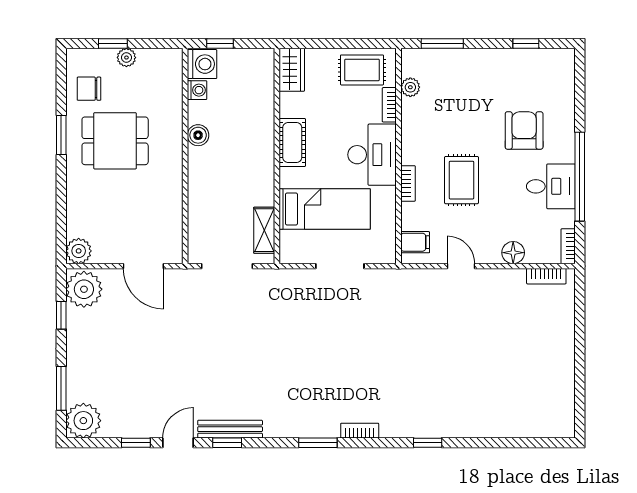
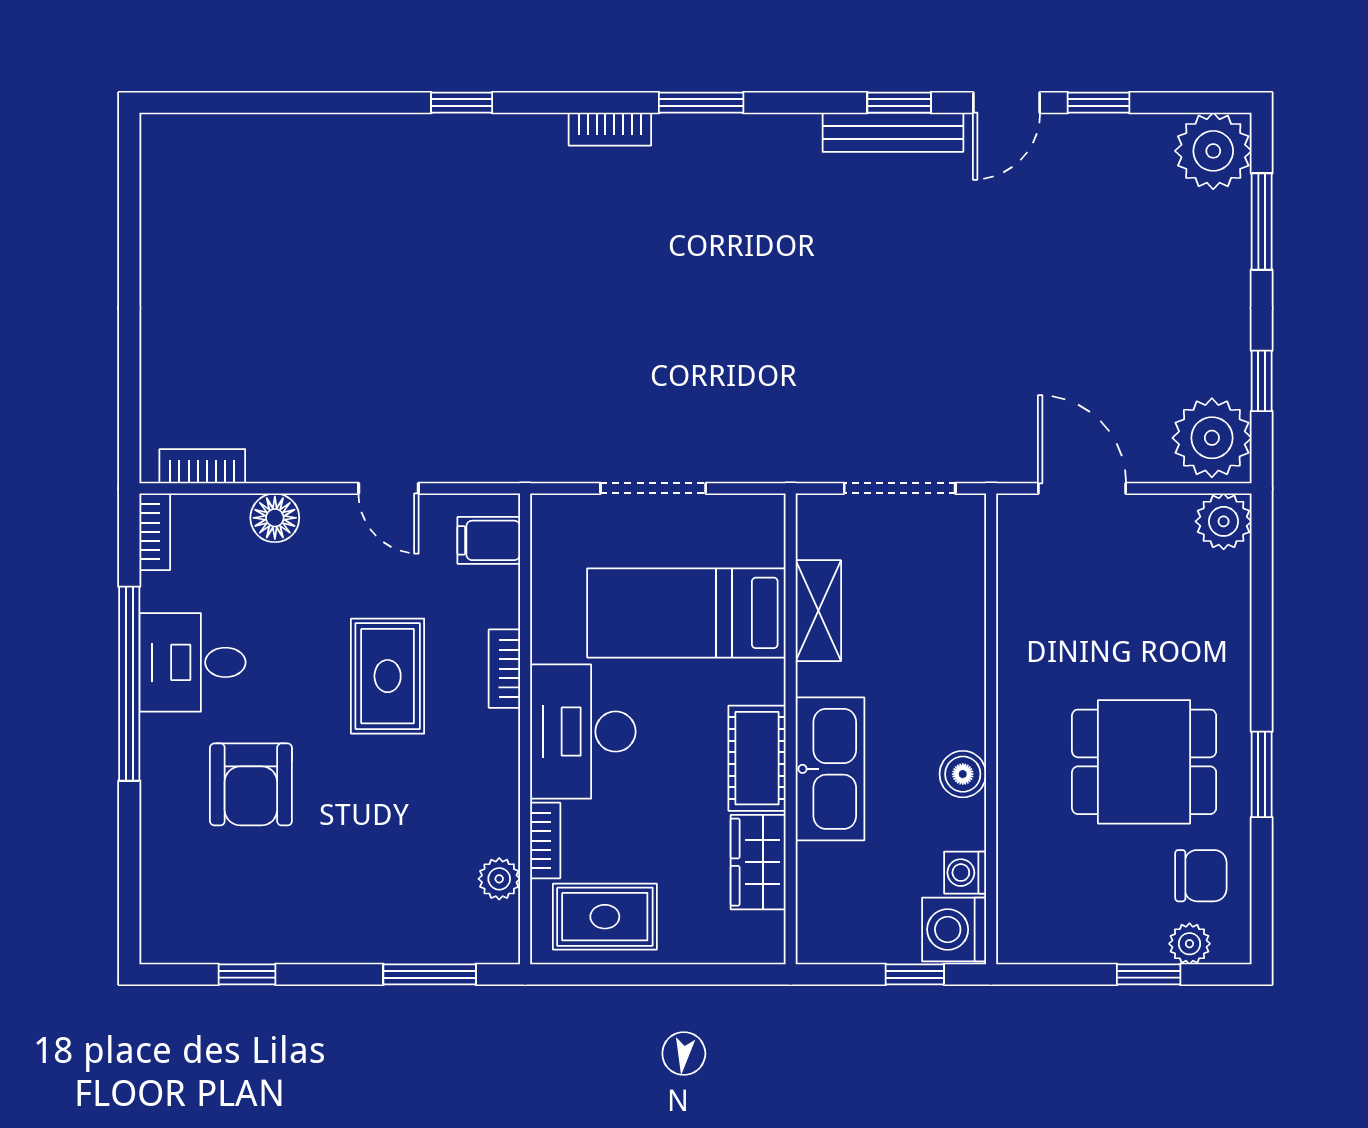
plant: (126, 58) -> (1189, 944), moved
wardrobe: (292, 70) -> (758, 862), moved
kitchen sink: (259, 138) -> (830, 769), added
shelving: (264, 230) -> (818, 611), moved

